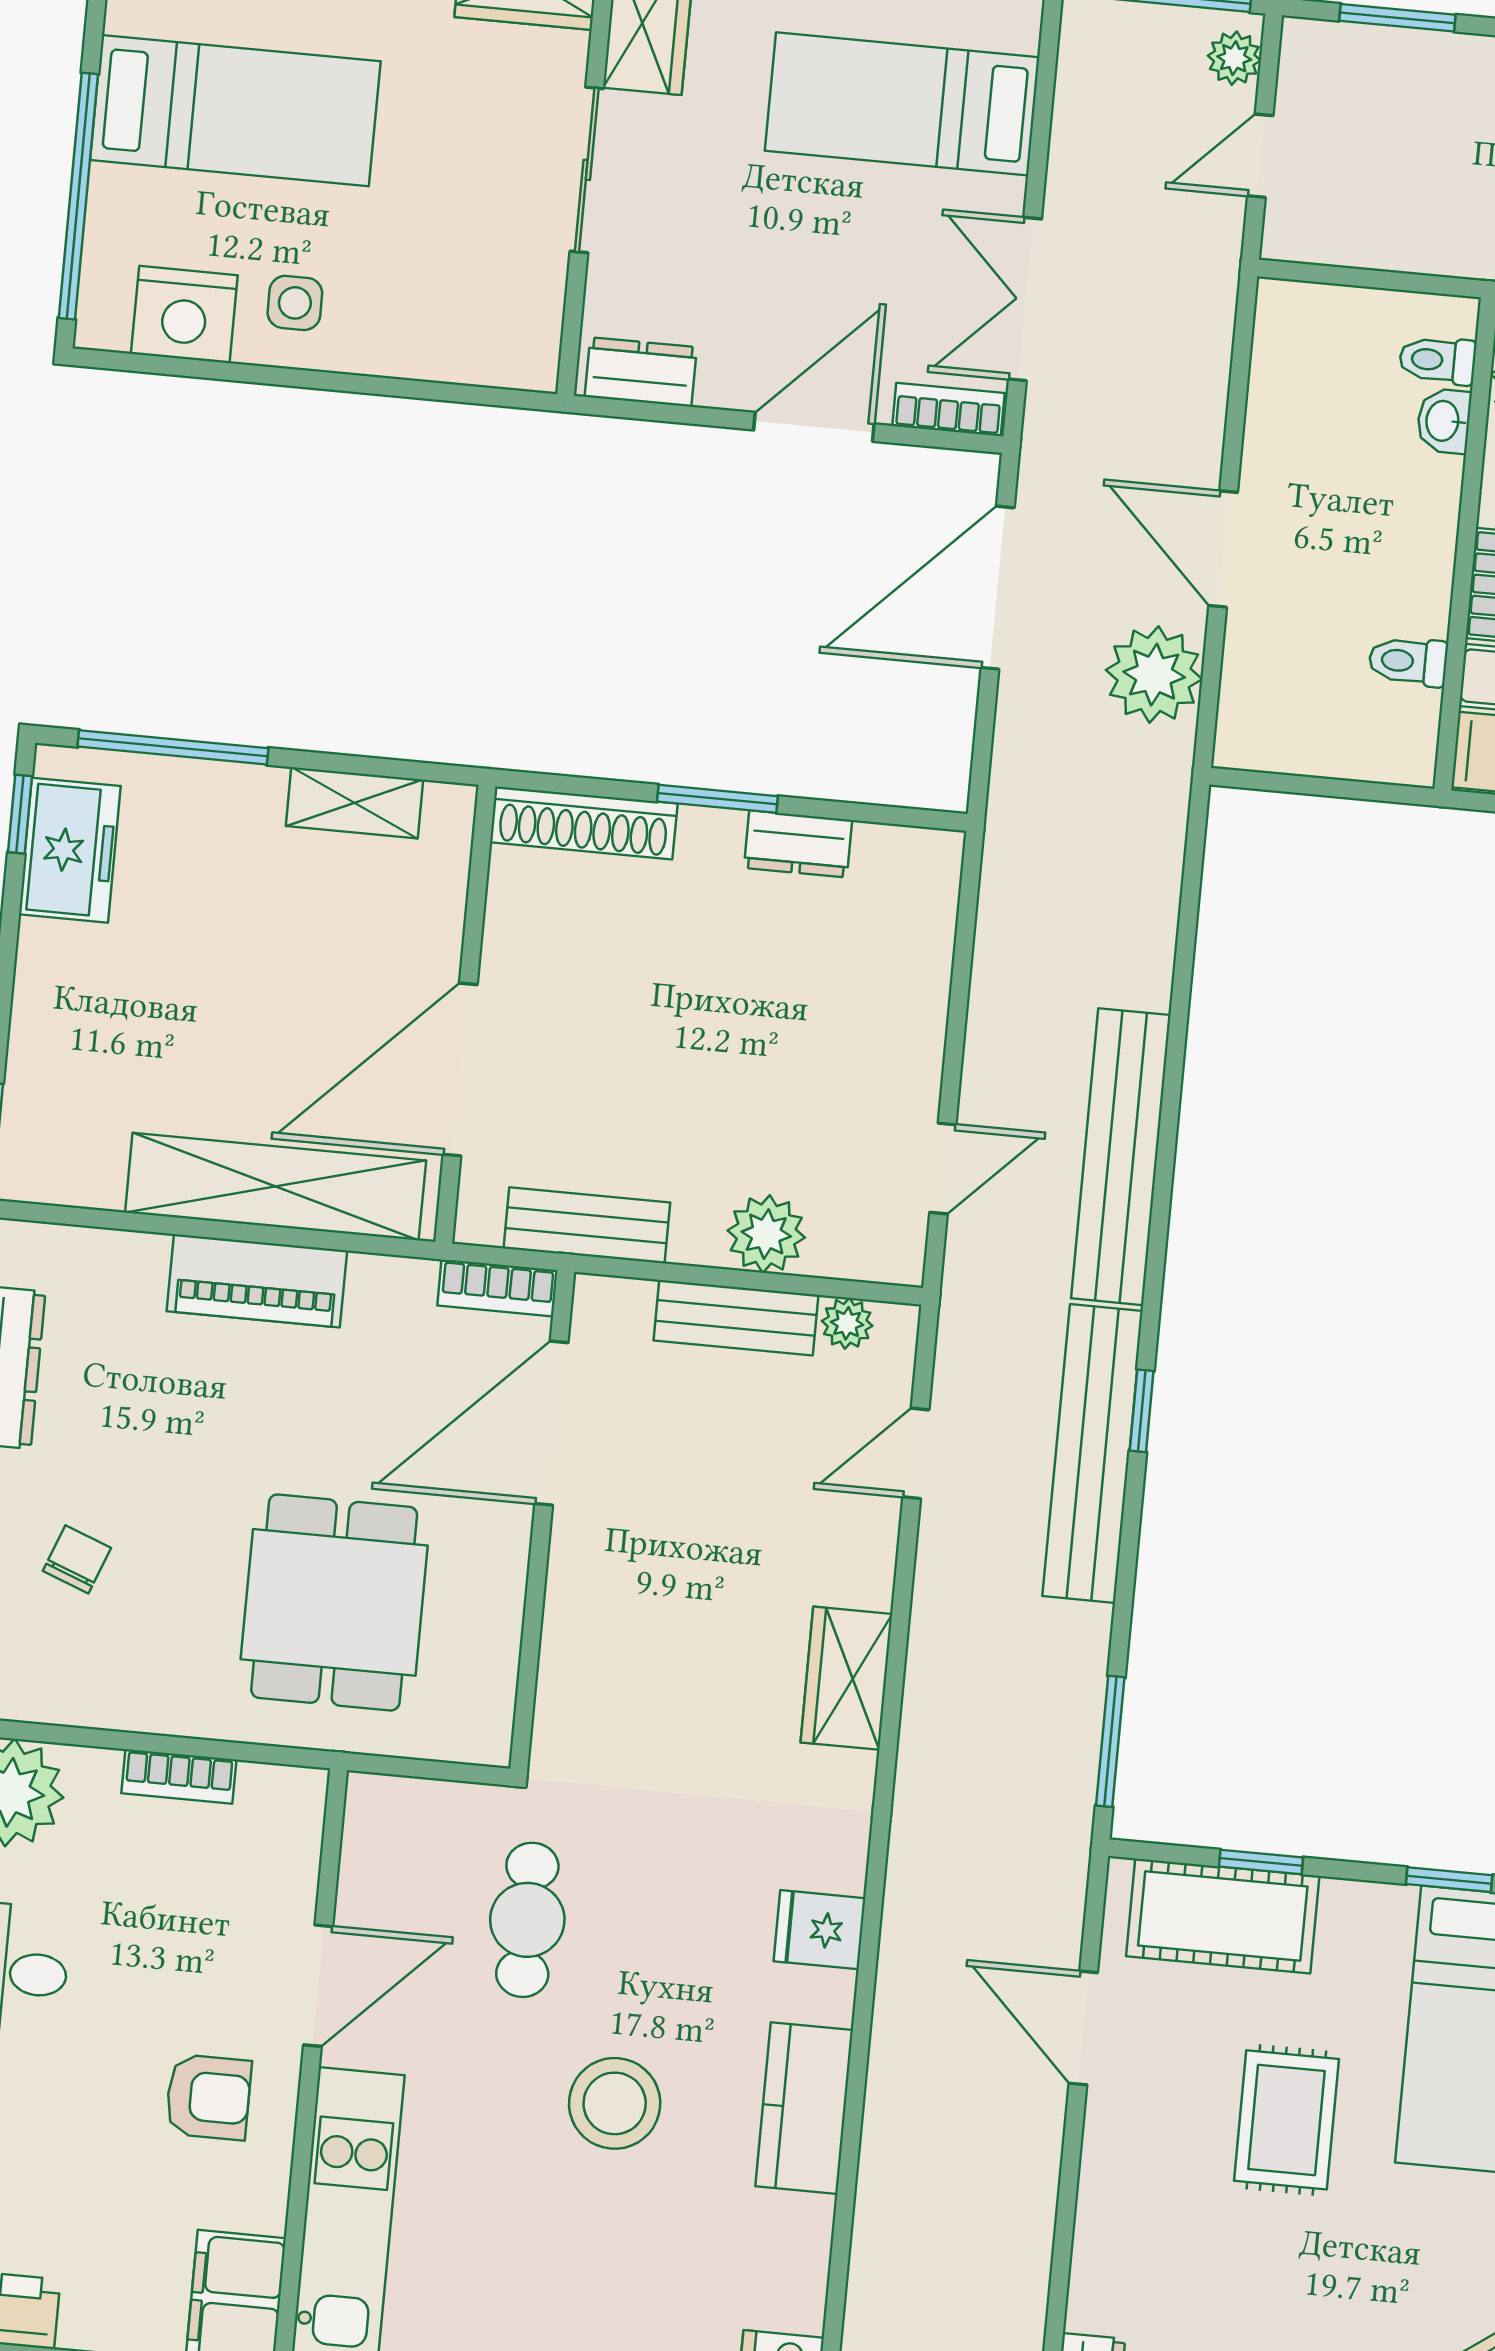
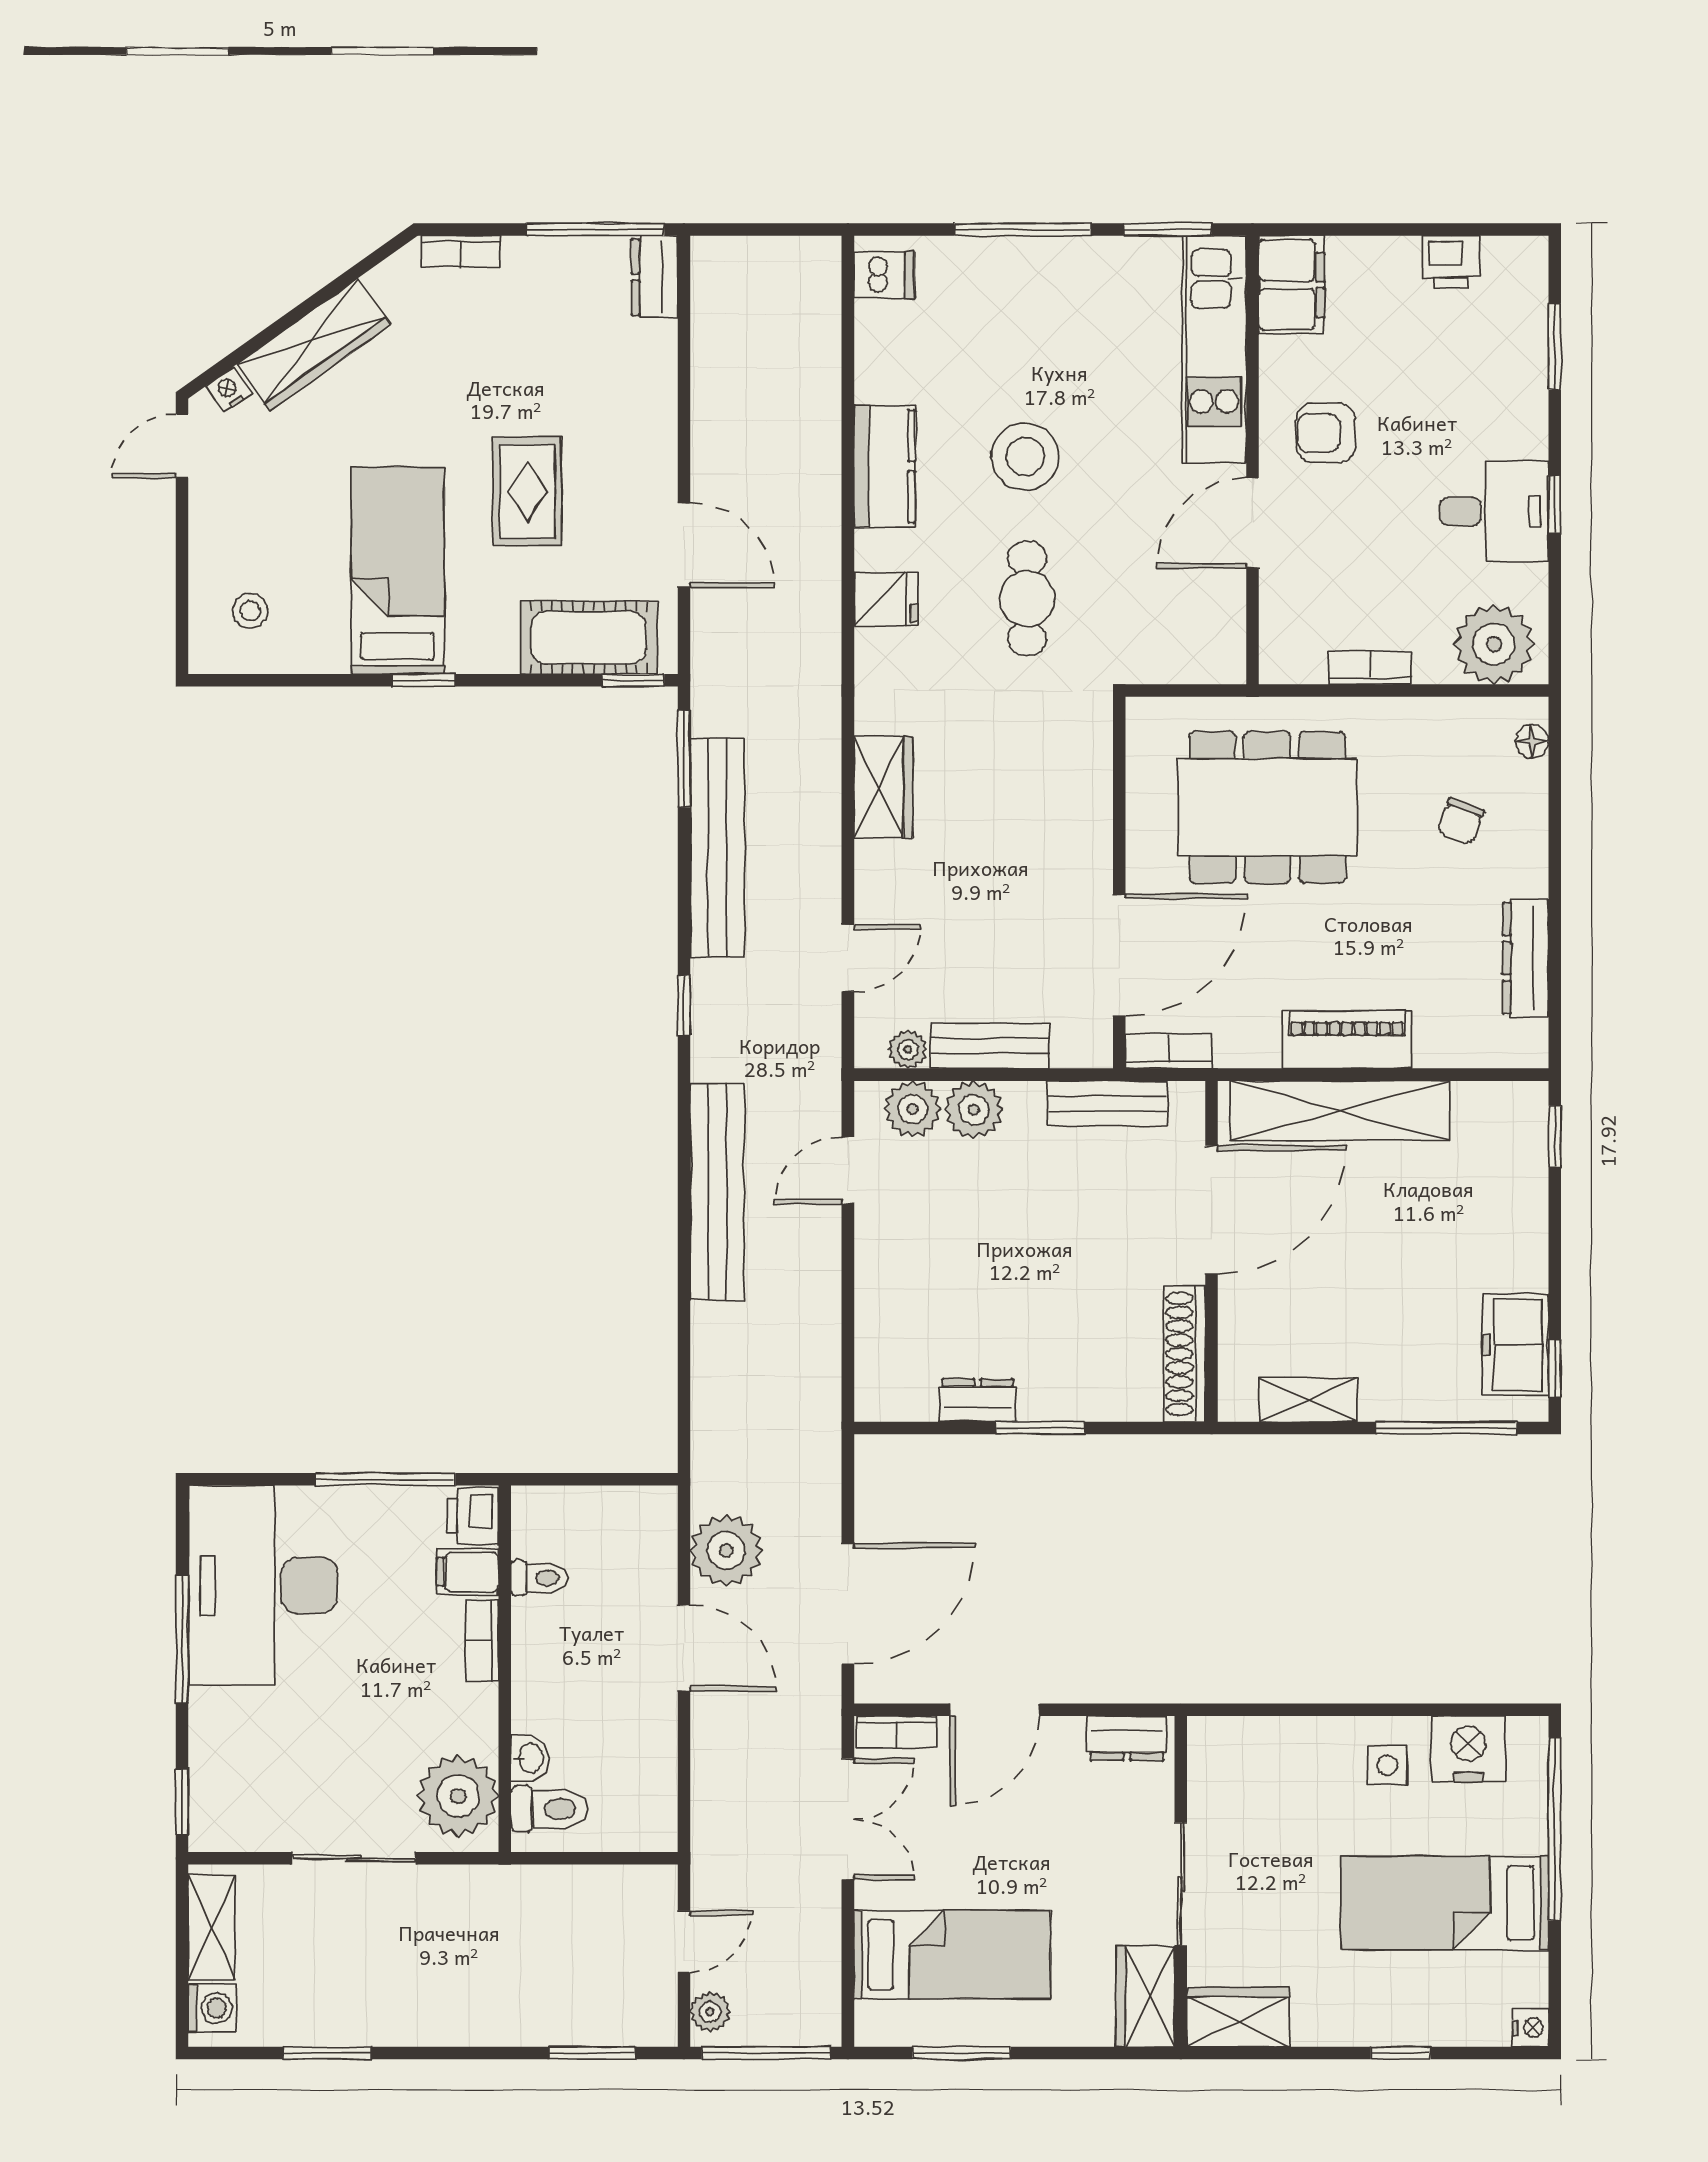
toilet: (1438, 360) -> (549, 1809), width x1.37, depth x1.39
shoe rack: (584, 823) -> (1184, 1354), moved, turned -90
plant: (848, 1243) -> (913, 1109), added
bench: (1093, 1453) -> (717, 848), moved
dining table: (334, 1602) -> (1267, 807), width x1.38
window: (1261, 1862) -> (633, 680), moved
cafe table: (527, 1920) -> (1027, 598), moved

